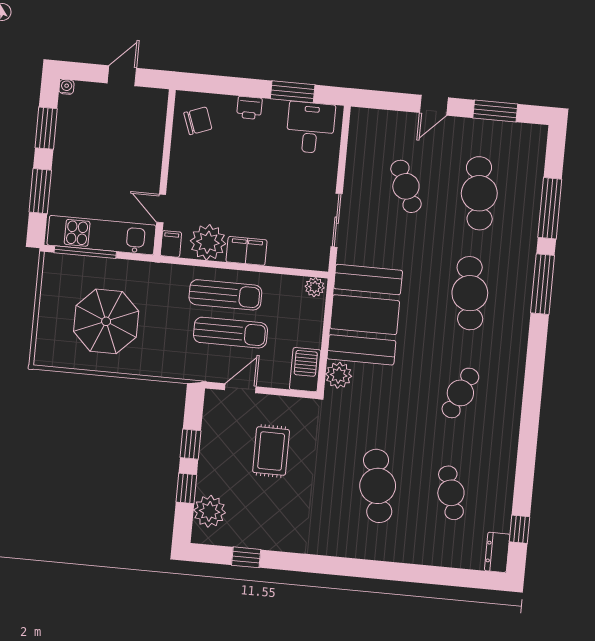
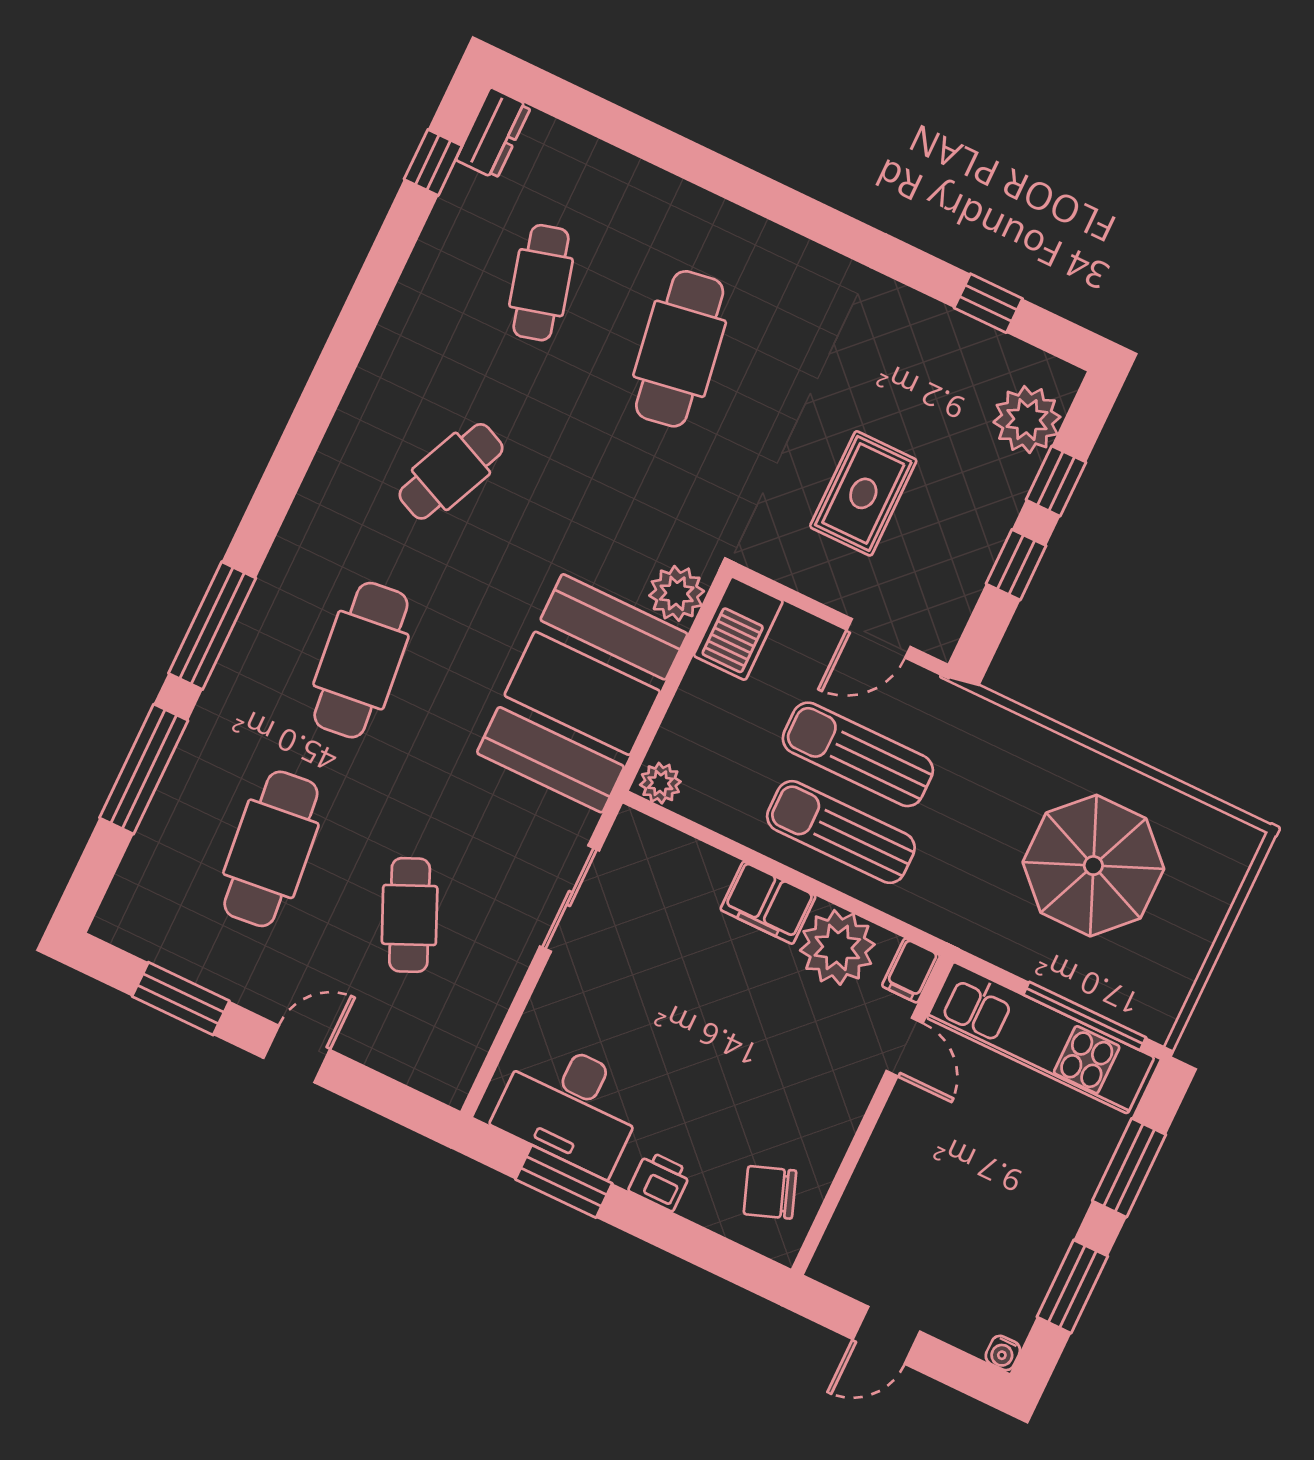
desk: (311, 128) -> (570, 1106), width x1.37

